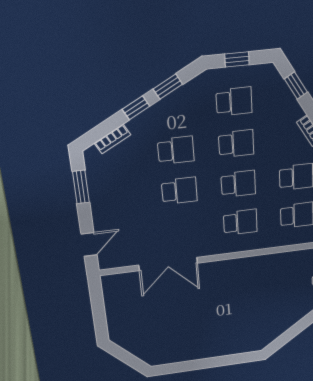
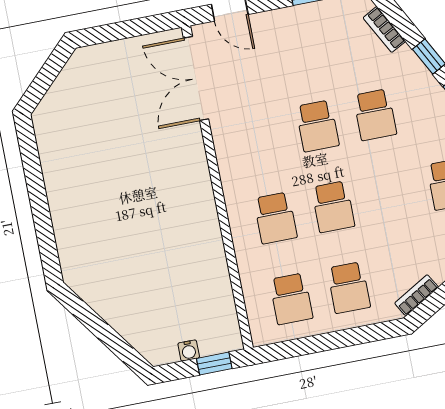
school desk: (236, 144) -> (391, 196), removed
double door: (168, 264) -> (196, 78), moved

